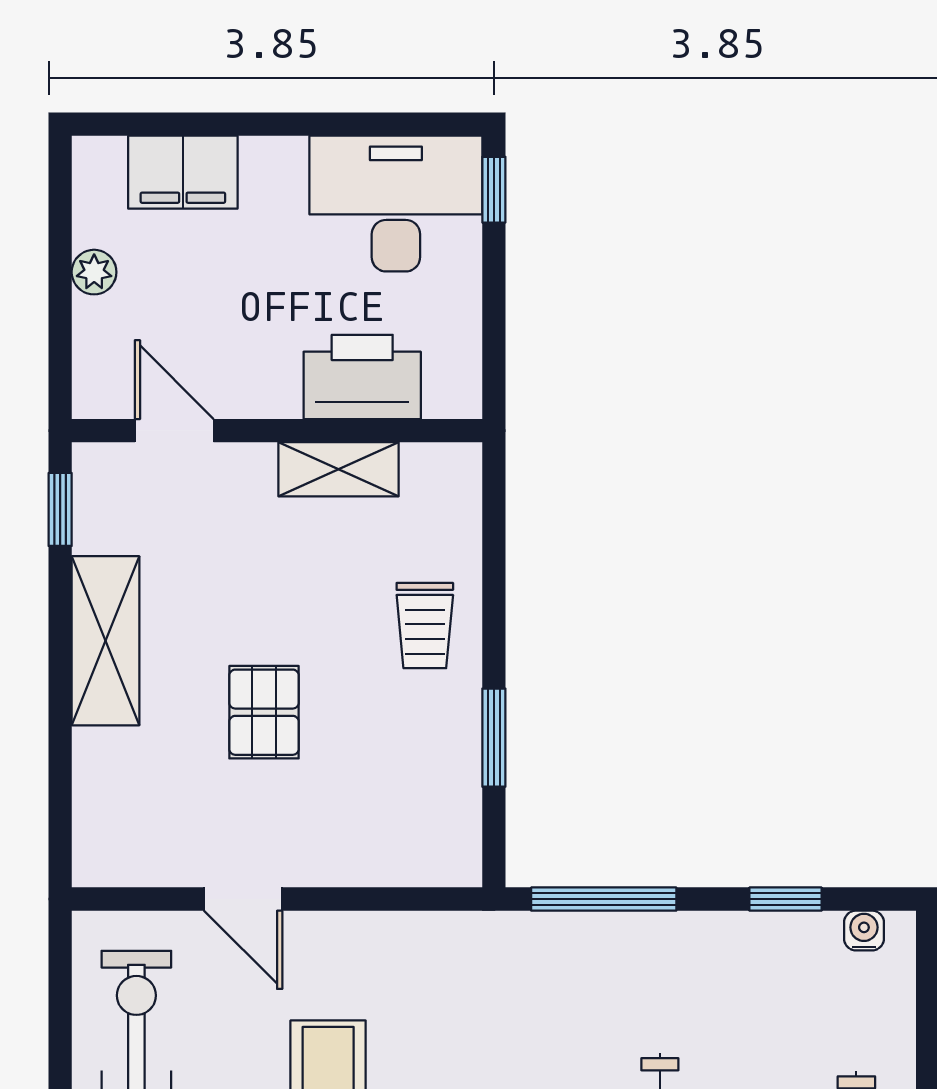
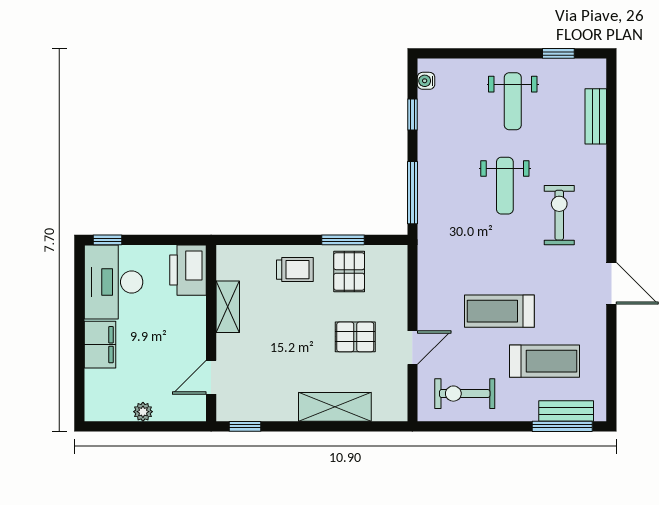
filing cabinet: (183, 172) -> (100, 345), moved
printer: (362, 377) -> (188, 270), moved
shelving: (106, 641) -> (335, 407), moved
pallet: (264, 712) -> (355, 337), moved
pallet: (420, 752) -> (349, 271), added

